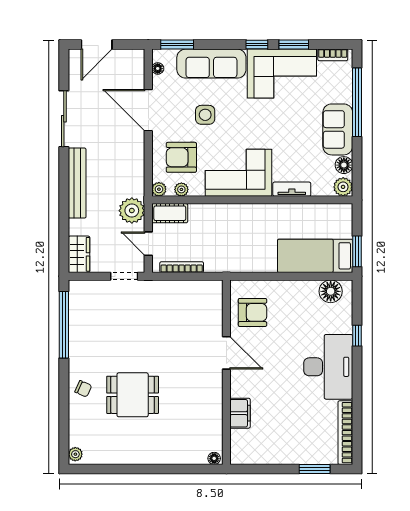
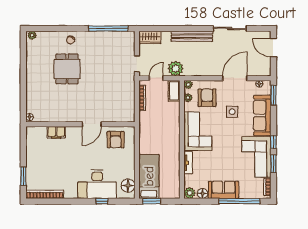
desk: (328, 367) -> (97, 184), moved

